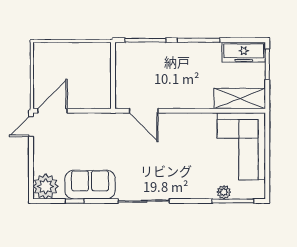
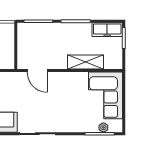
shelving: (240, 99) -> (86, 62), moved
plant: (224, 192) -> (103, 127), moved

